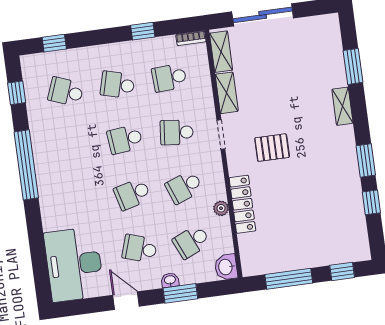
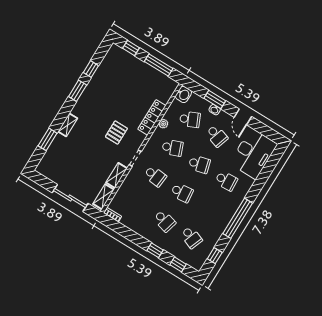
window: (143, 31) -> (155, 250), moved
school desk: (169, 78) -> (226, 181), moved
pallet: (272, 148) -> (116, 133), turned 90

